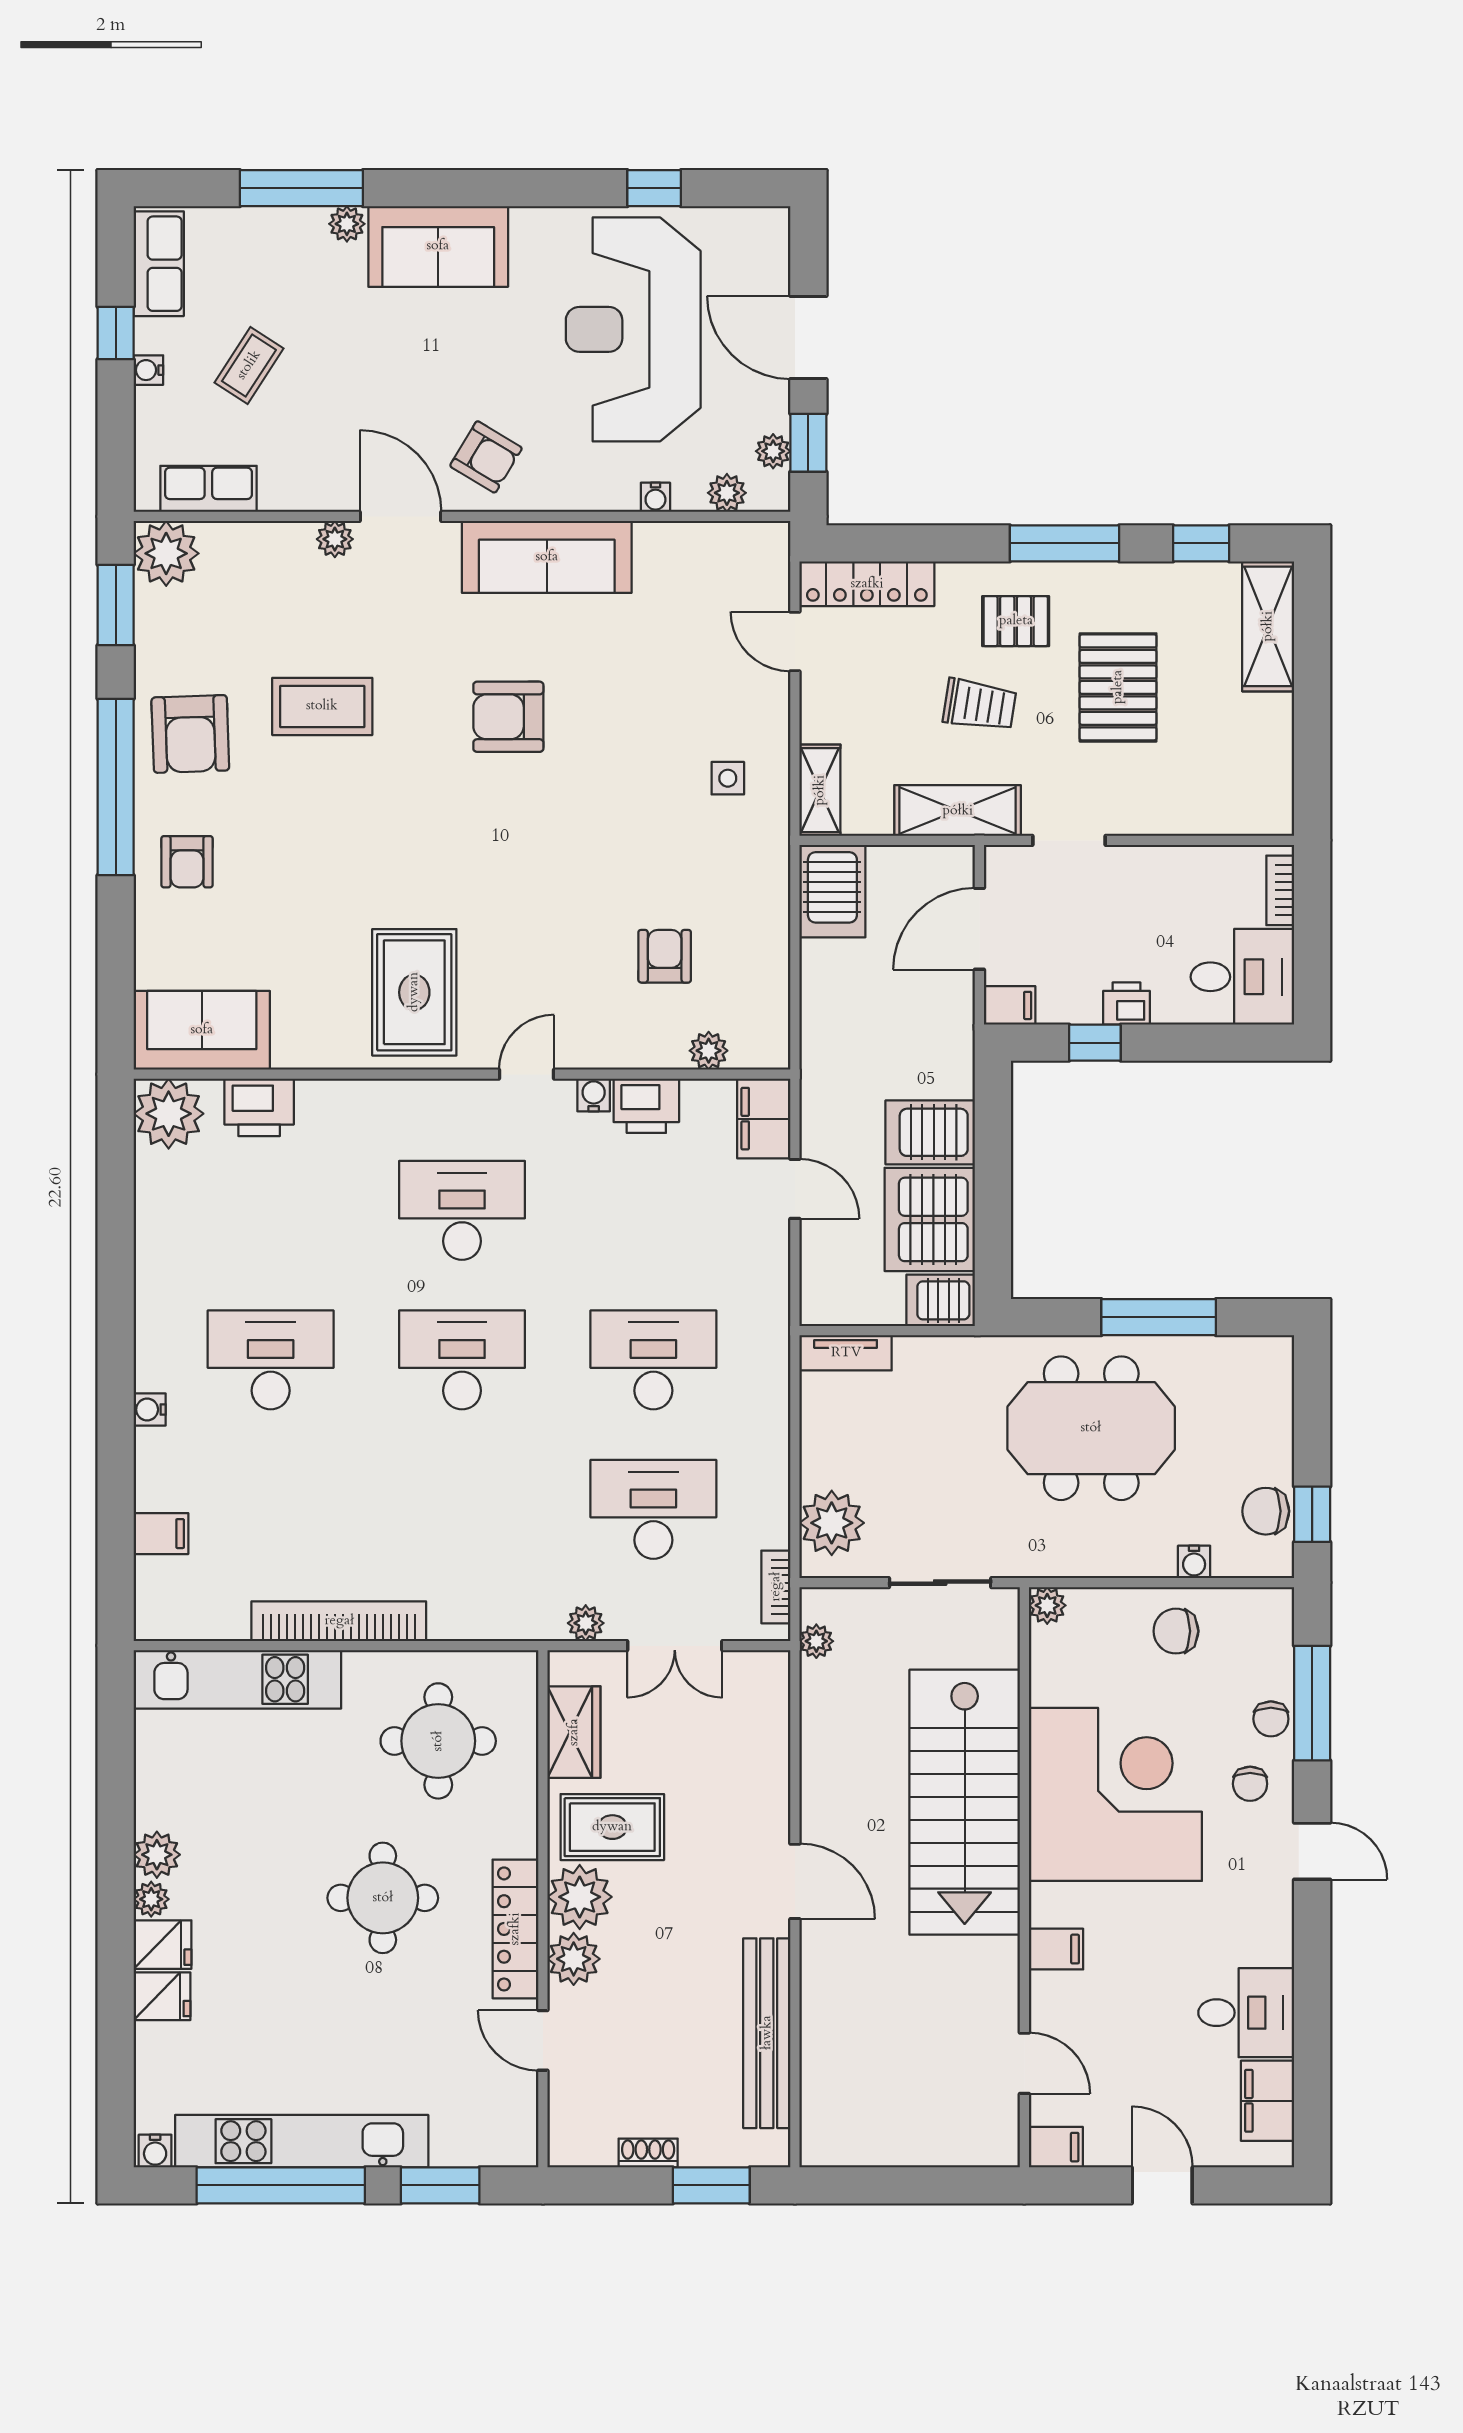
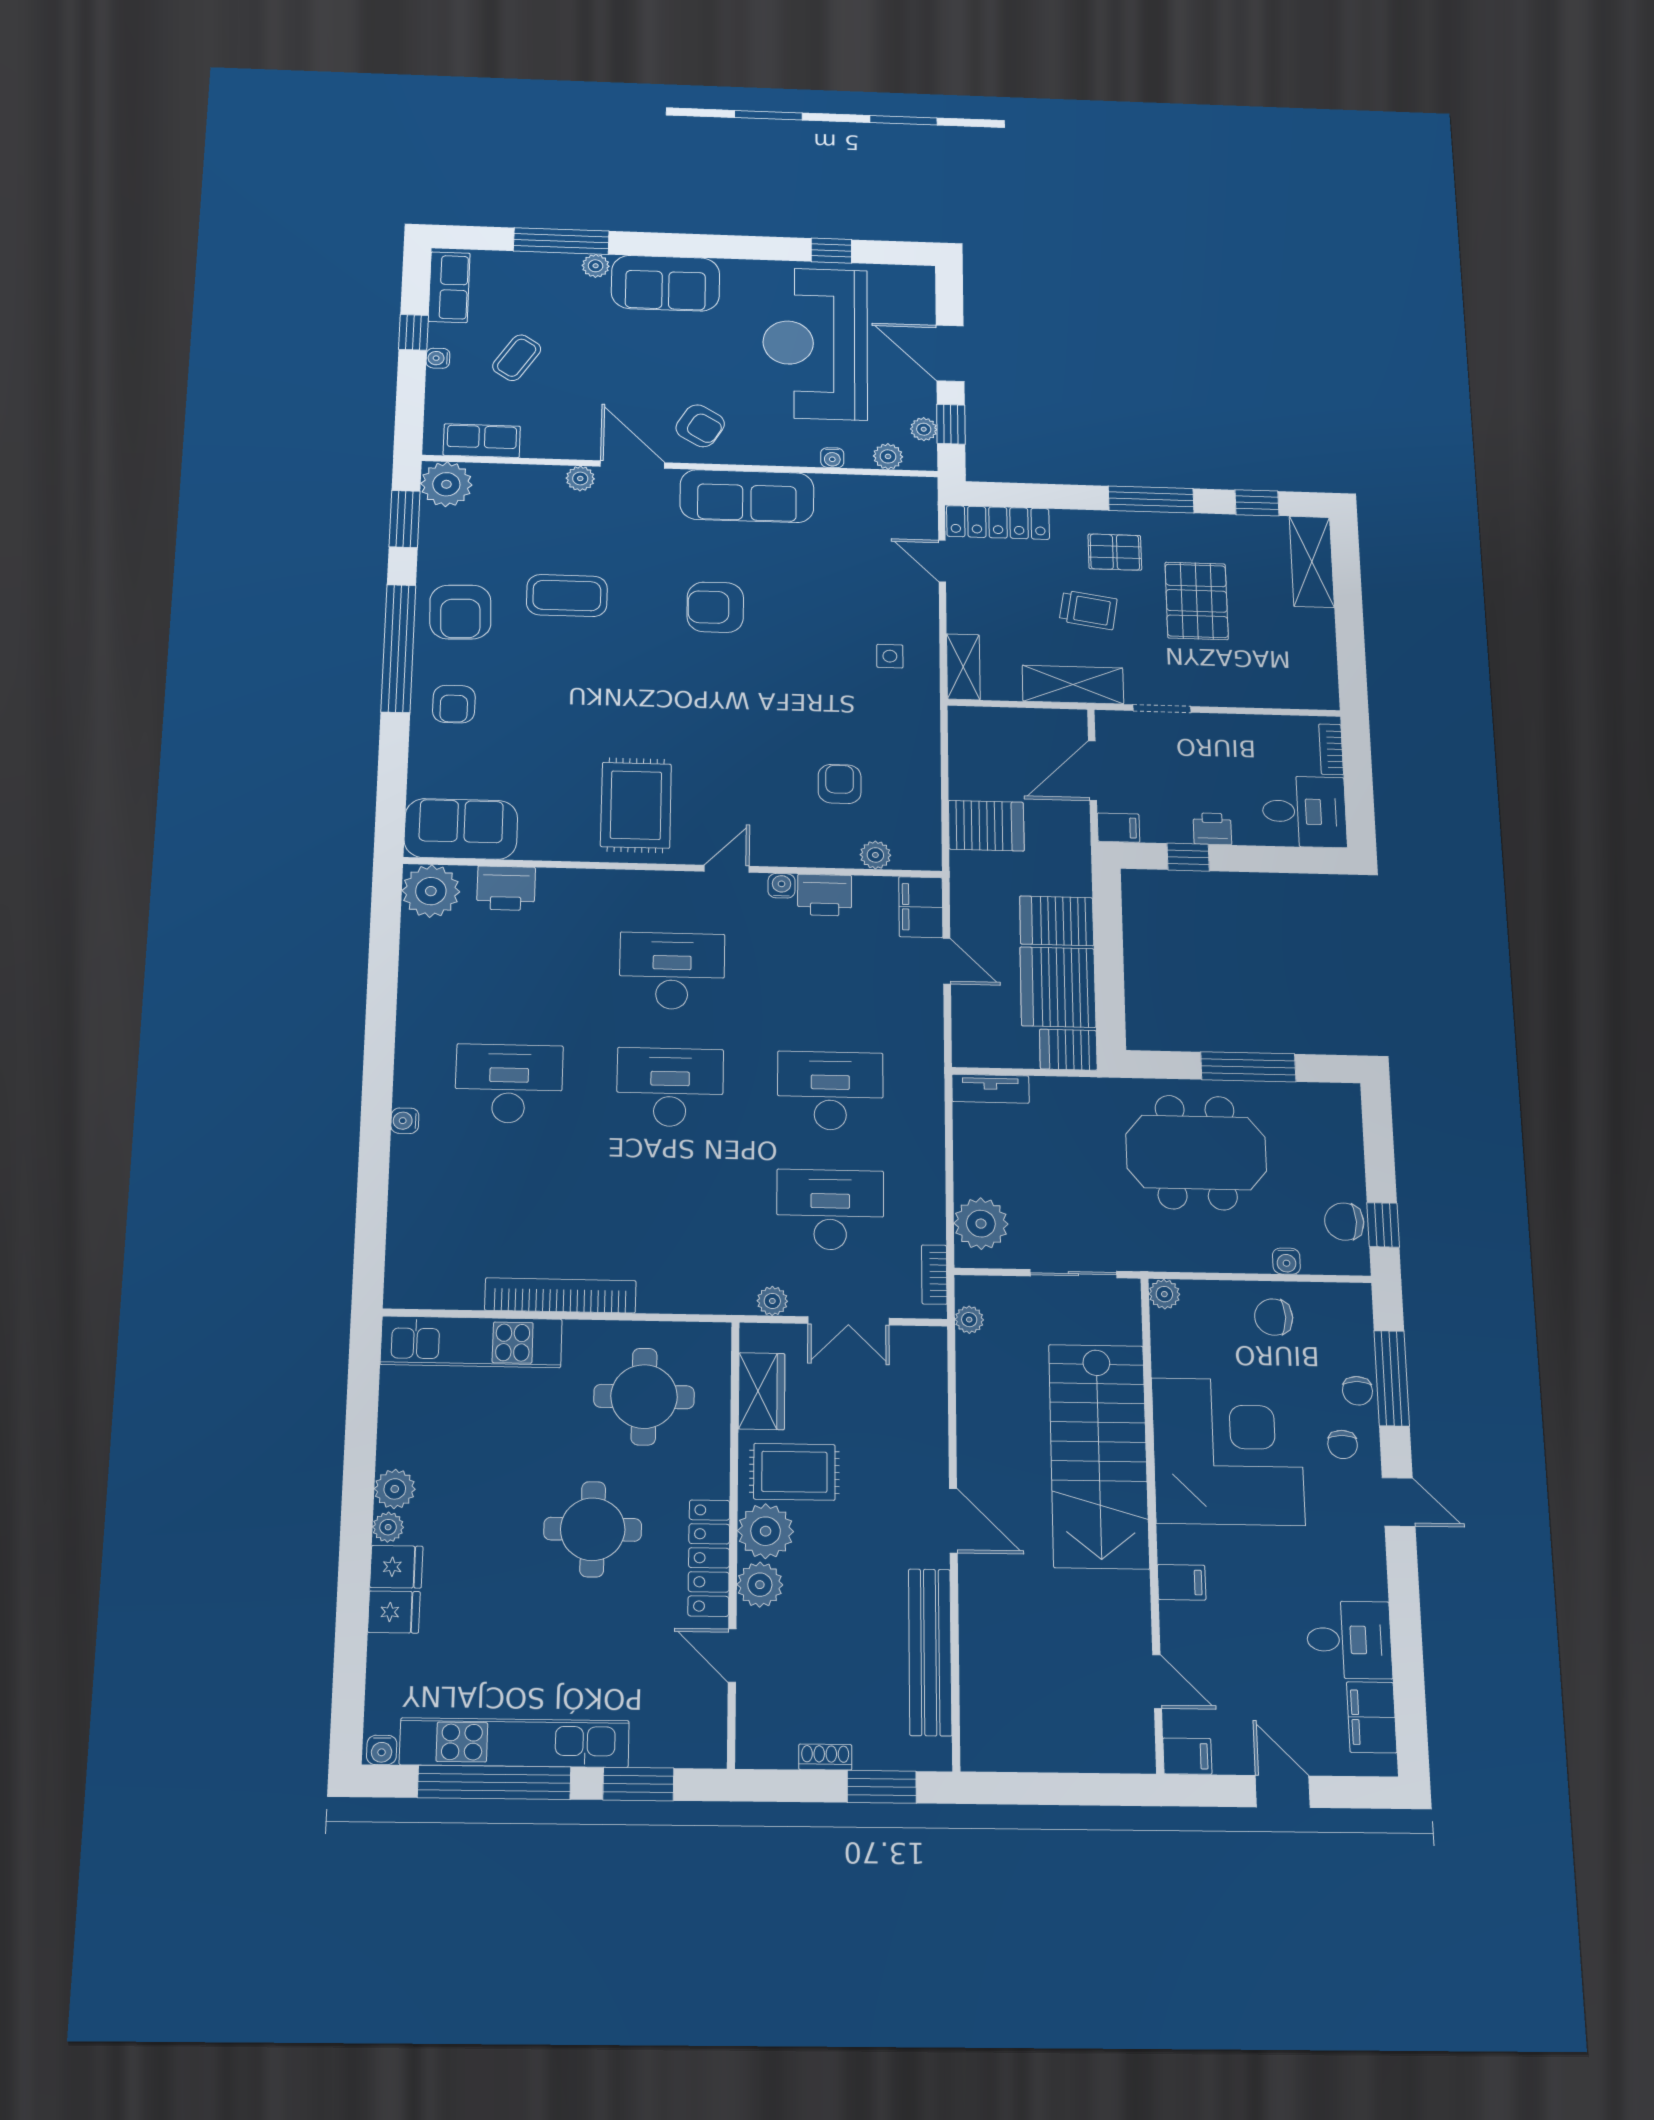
server rack: (832, 891) -> (986, 826), moved, turned -90
filing cabinet: (161, 1534) -> (410, 1221), removed

